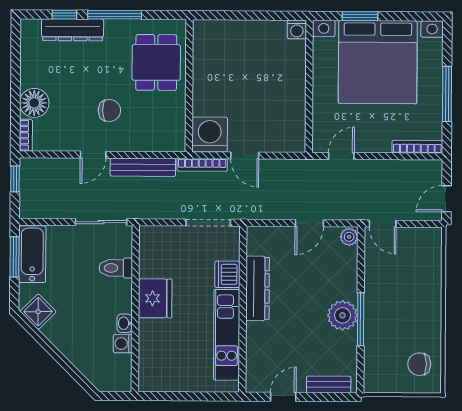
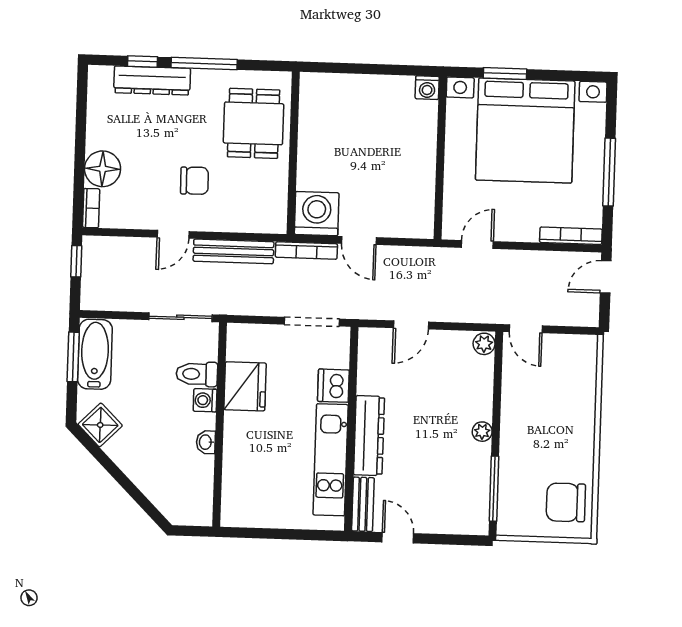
door: (446, 199) -> (606, 277), moved
door: (309, 223) -> (411, 325), moved
dresser: (258, 288) -> (369, 436), moved
fridge: (155, 298) -> (245, 386), moved
plant: (342, 315) -> (482, 432), width x0.53, depth x0.53
window: (361, 319) -> (494, 489), moved
washing machine: (123, 344) -> (205, 400), moved
chair: (419, 364) -> (566, 502), width x1.37, depth x1.37
bench: (329, 384) -> (363, 504), moved, turned 90
door: (283, 397) -> (398, 538), hinge flipped

